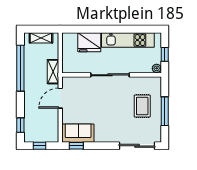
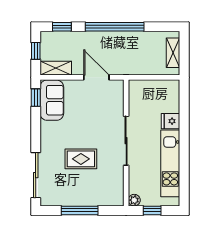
fridge: (89, 42) -> (171, 121), width x0.53, depth x0.75
window: (20, 68) -> (115, 27), moved
shelving: (53, 72) -> (56, 68), moved
rug: (142, 106) -> (81, 159), moved

